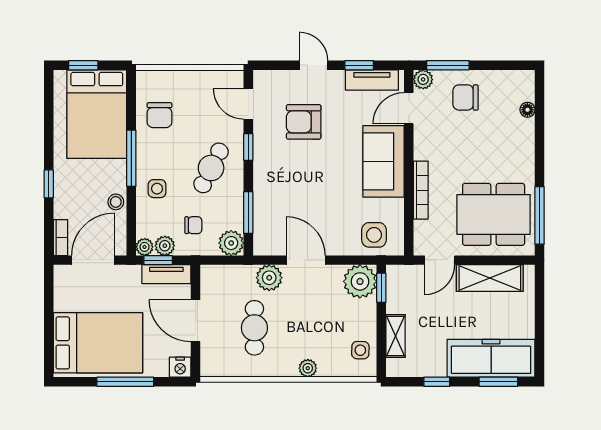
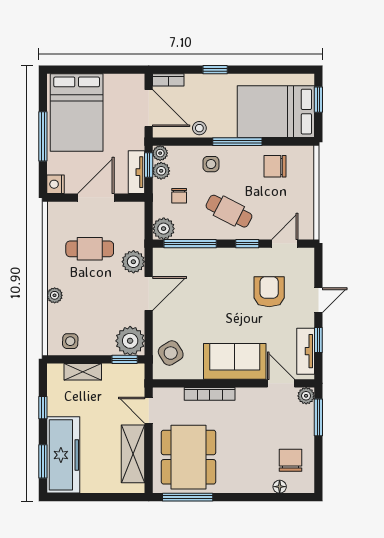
chair: (466, 97) -> (291, 460), moved
window: (248, 212) -> (190, 244), width x1.44
side table: (374, 235) -> (171, 353), turned -32

